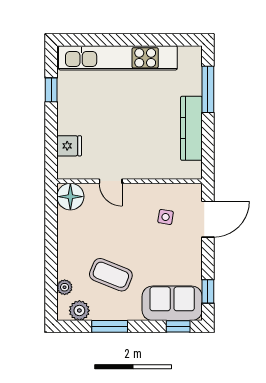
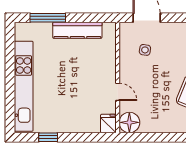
fridge: (69, 146) -> (108, 123), moved
door: (111, 181) -> (118, 92), hinge flipped

